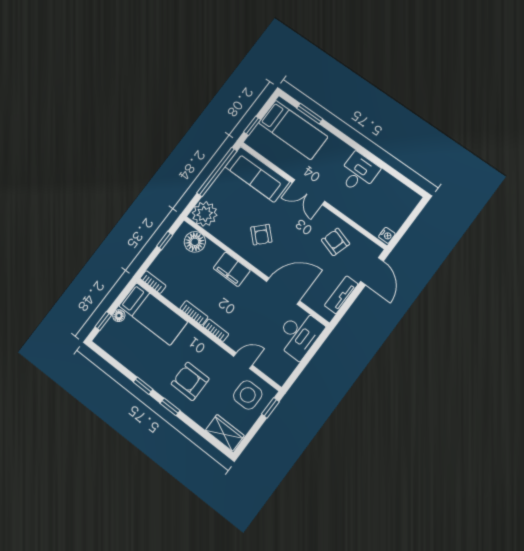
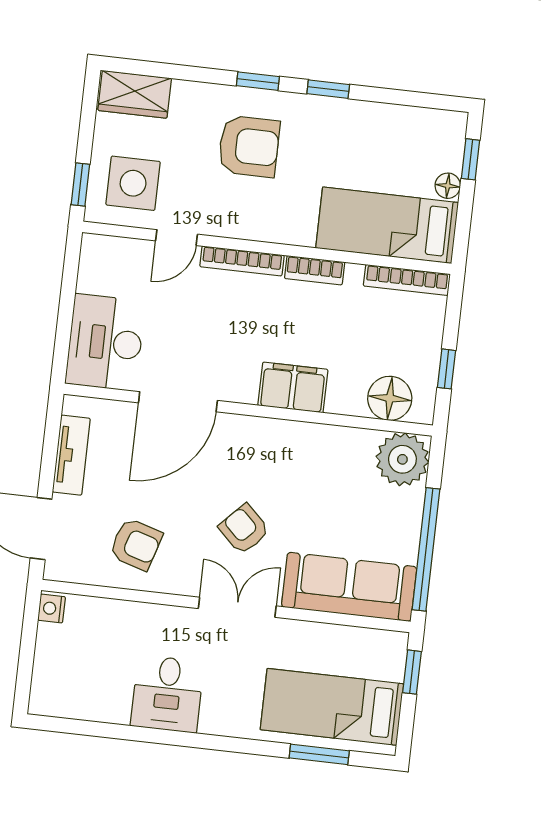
armchair: (261, 235) -> (244, 529), moved
bookcase: (153, 282) -> (407, 280), width x1.56
bookcase: (216, 330) -> (242, 261), width x1.56

